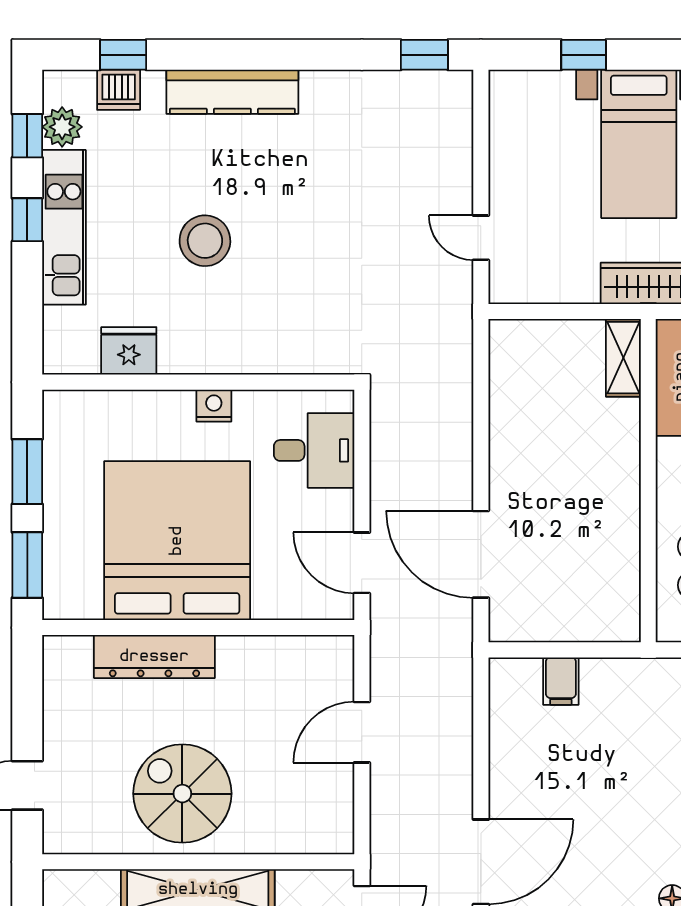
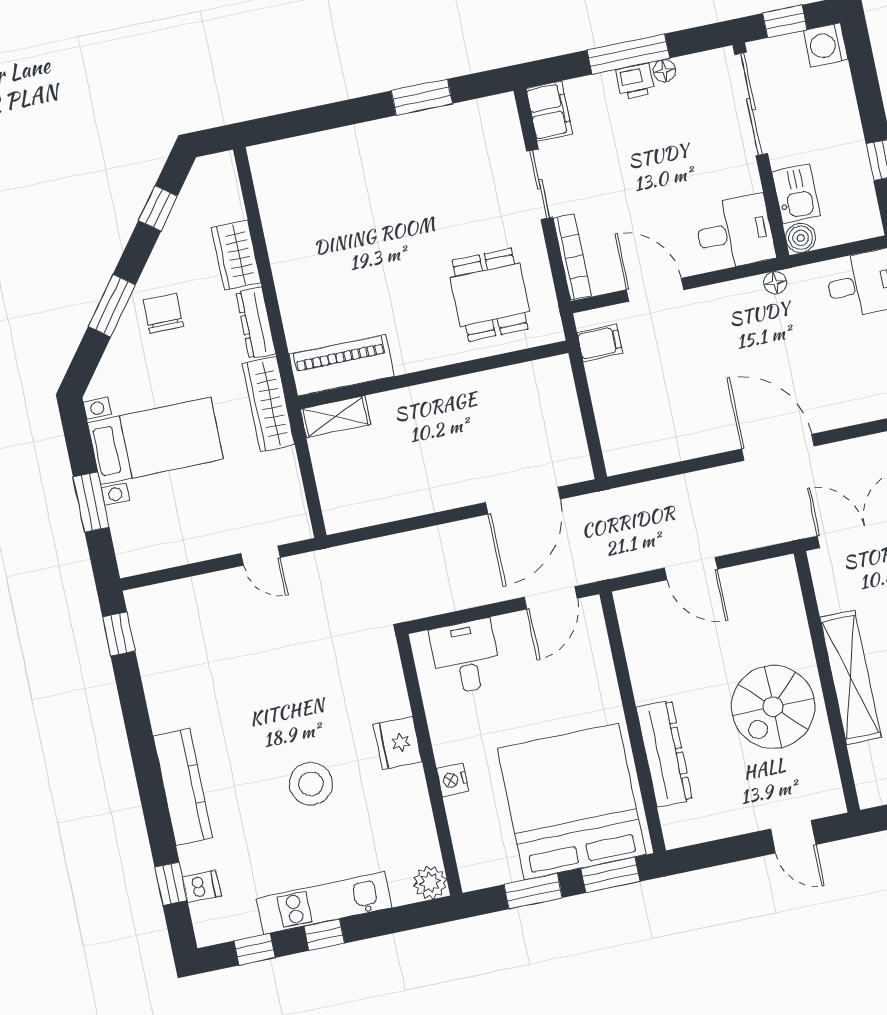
window: (584, 55) -> (91, 502), width x1.50
dishwasher: (119, 90) -> (202, 886), width x0.73
plant: (62, 127) -> (430, 882), moved
door: (481, 238) -> (261, 556), hinge flipped
fridge: (129, 351) -> (398, 743), moved
nightstand: (214, 406) -> (453, 780), moved
bed: (177, 541) -> (571, 801), moved, turned 90
filing cabinet: (561, 681) -> (600, 343), moved

